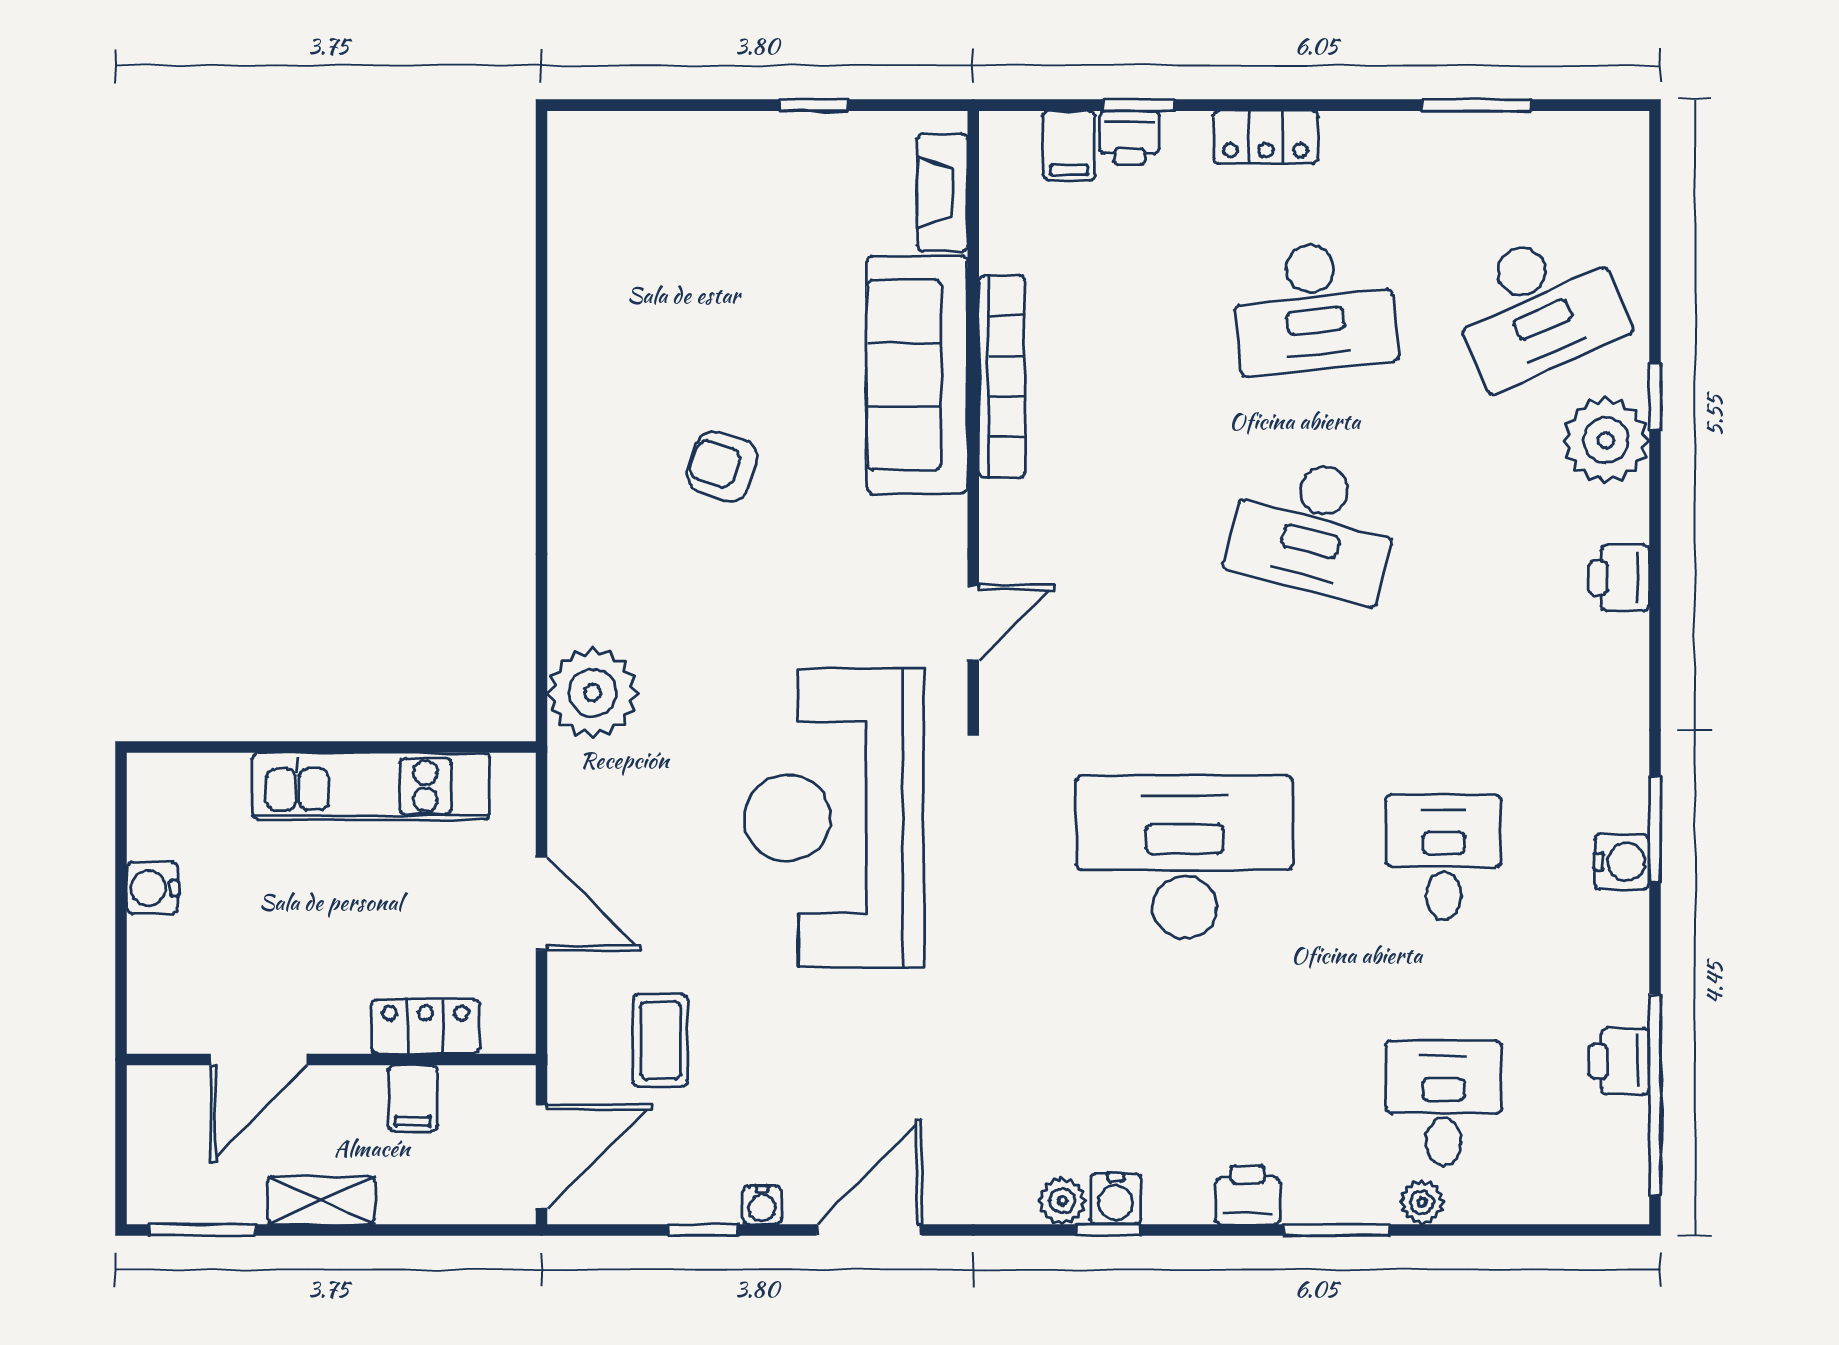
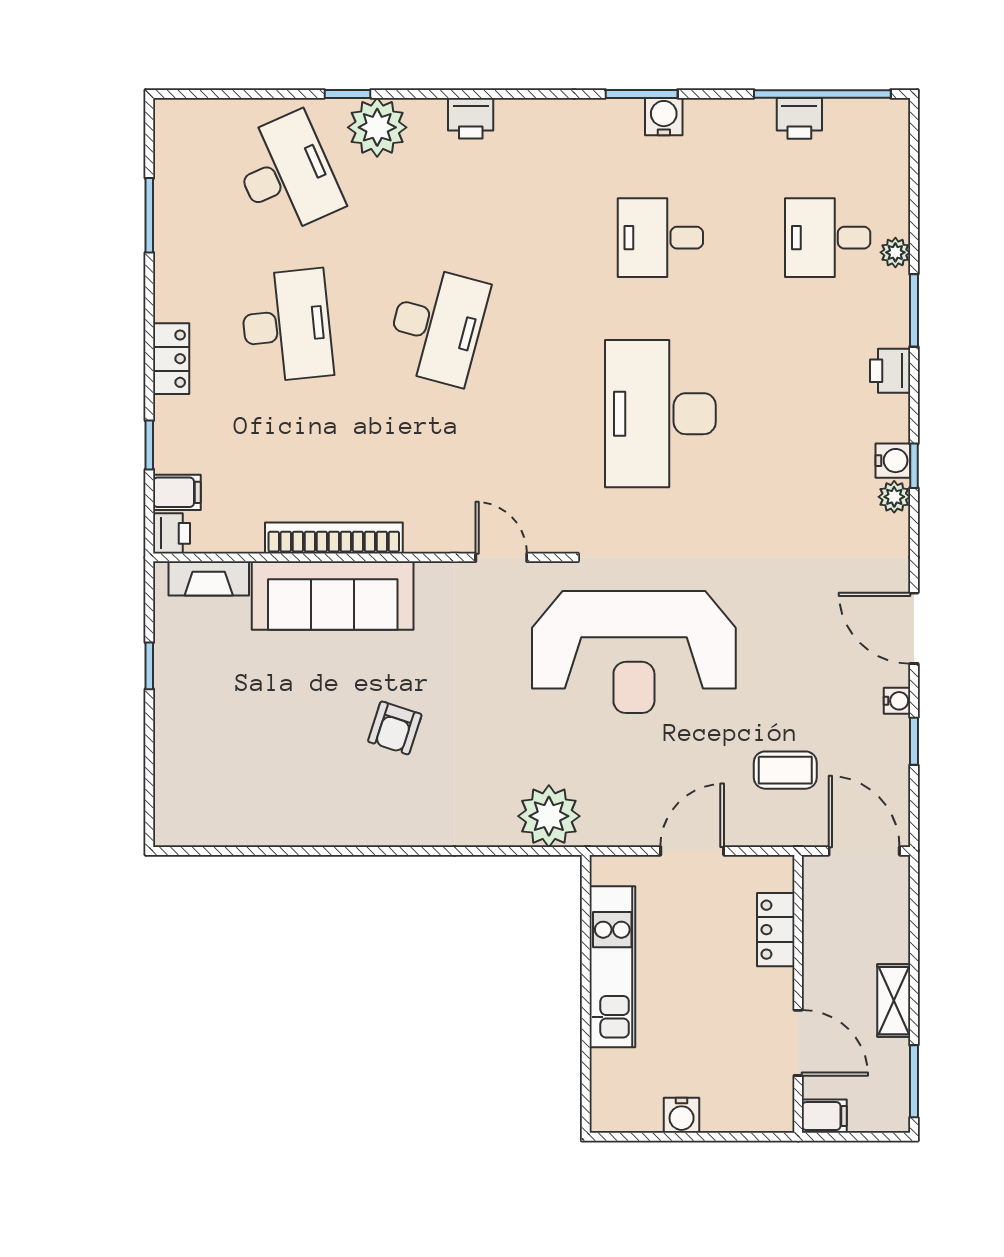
printer: (1129, 138) -> (172, 533), moved
filing cabinet: (413, 1098) -> (824, 1116), moved

